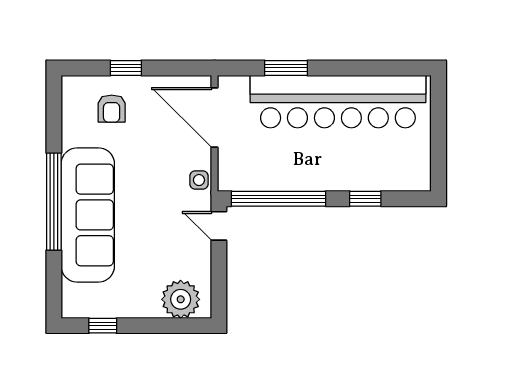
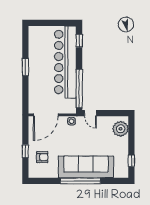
window: (286, 68) -> (25, 67), moved
bar counter: (338, 102) -> (65, 62), moved, turned 180
window: (365, 199) -> (79, 41), moved
door: (219, 226) -> (90, 113), hinge flipped

